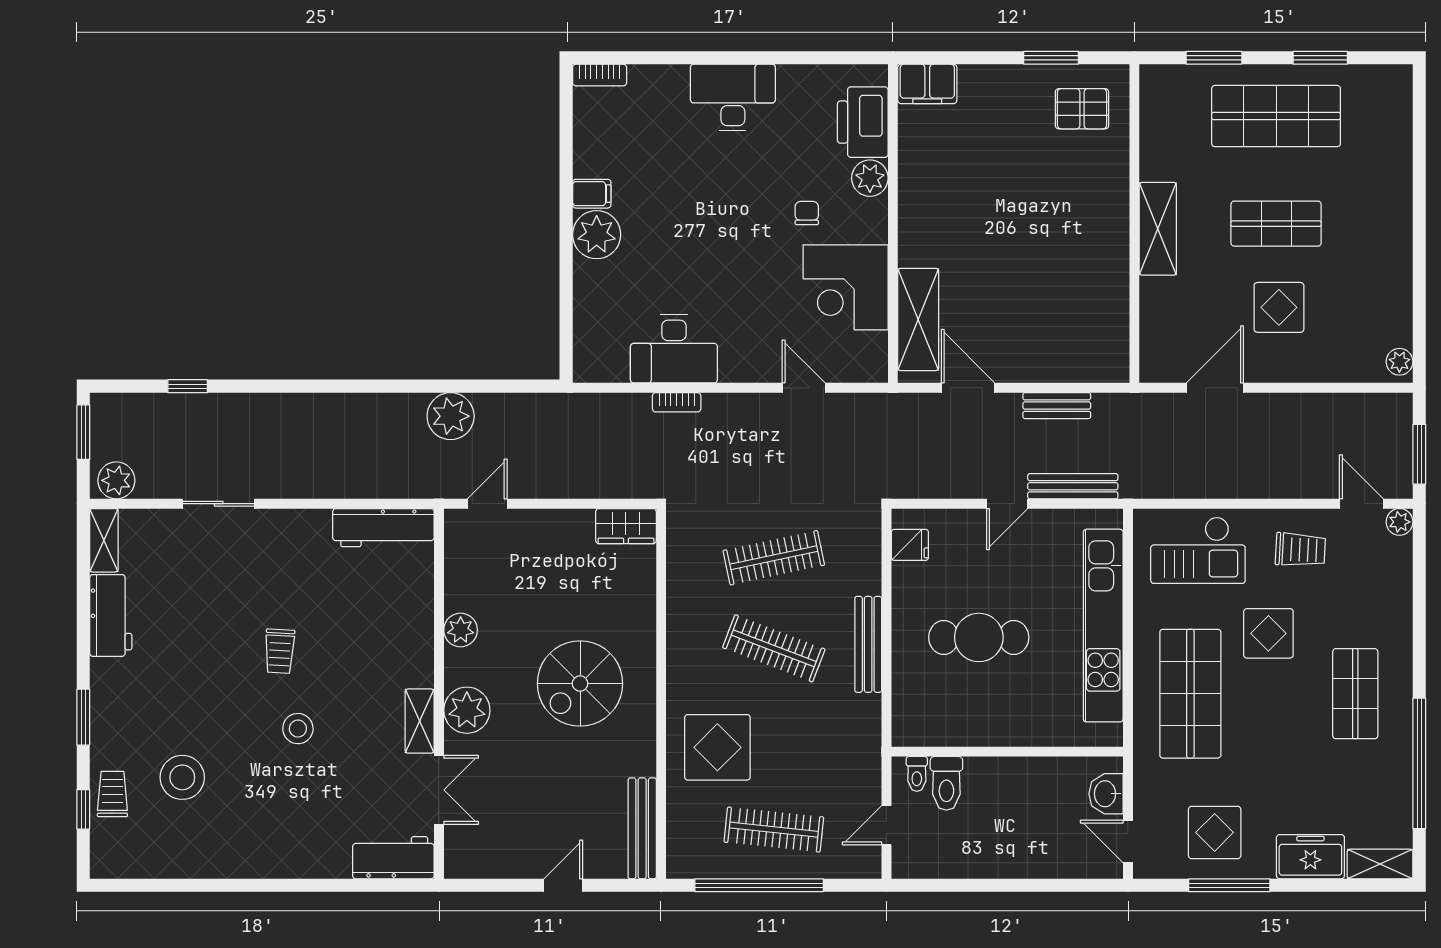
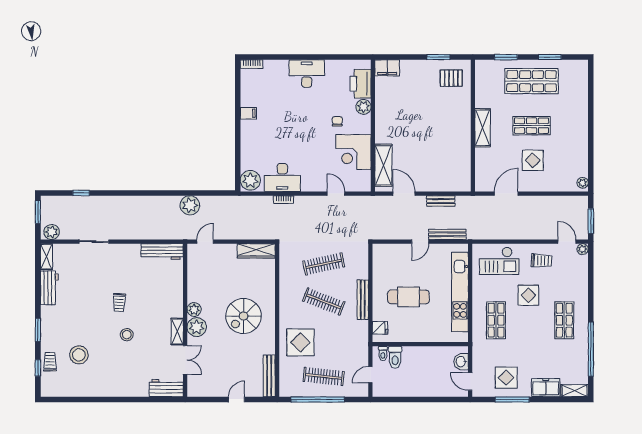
plant: (597, 235) -> (250, 180), moved
wardrobe: (626, 526) -> (256, 251), width x1.50
fridge: (910, 545) -> (380, 328), moved
plant: (461, 630) -> (194, 309), moved
shop shelf: (1190, 694) -> (496, 320), width x0.70, depth x0.74

